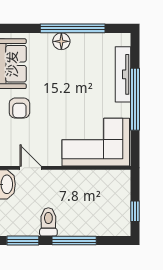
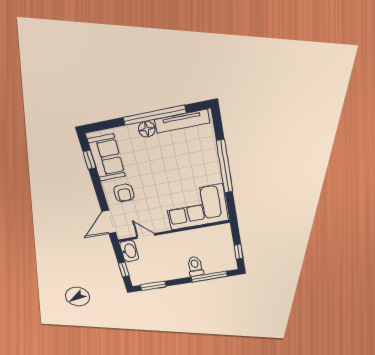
tv unit: (123, 74) -> (182, 121), moved, turned -90
toilet: (48, 222) -> (195, 266), moved
window: (74, 241) -> (209, 277), moved

